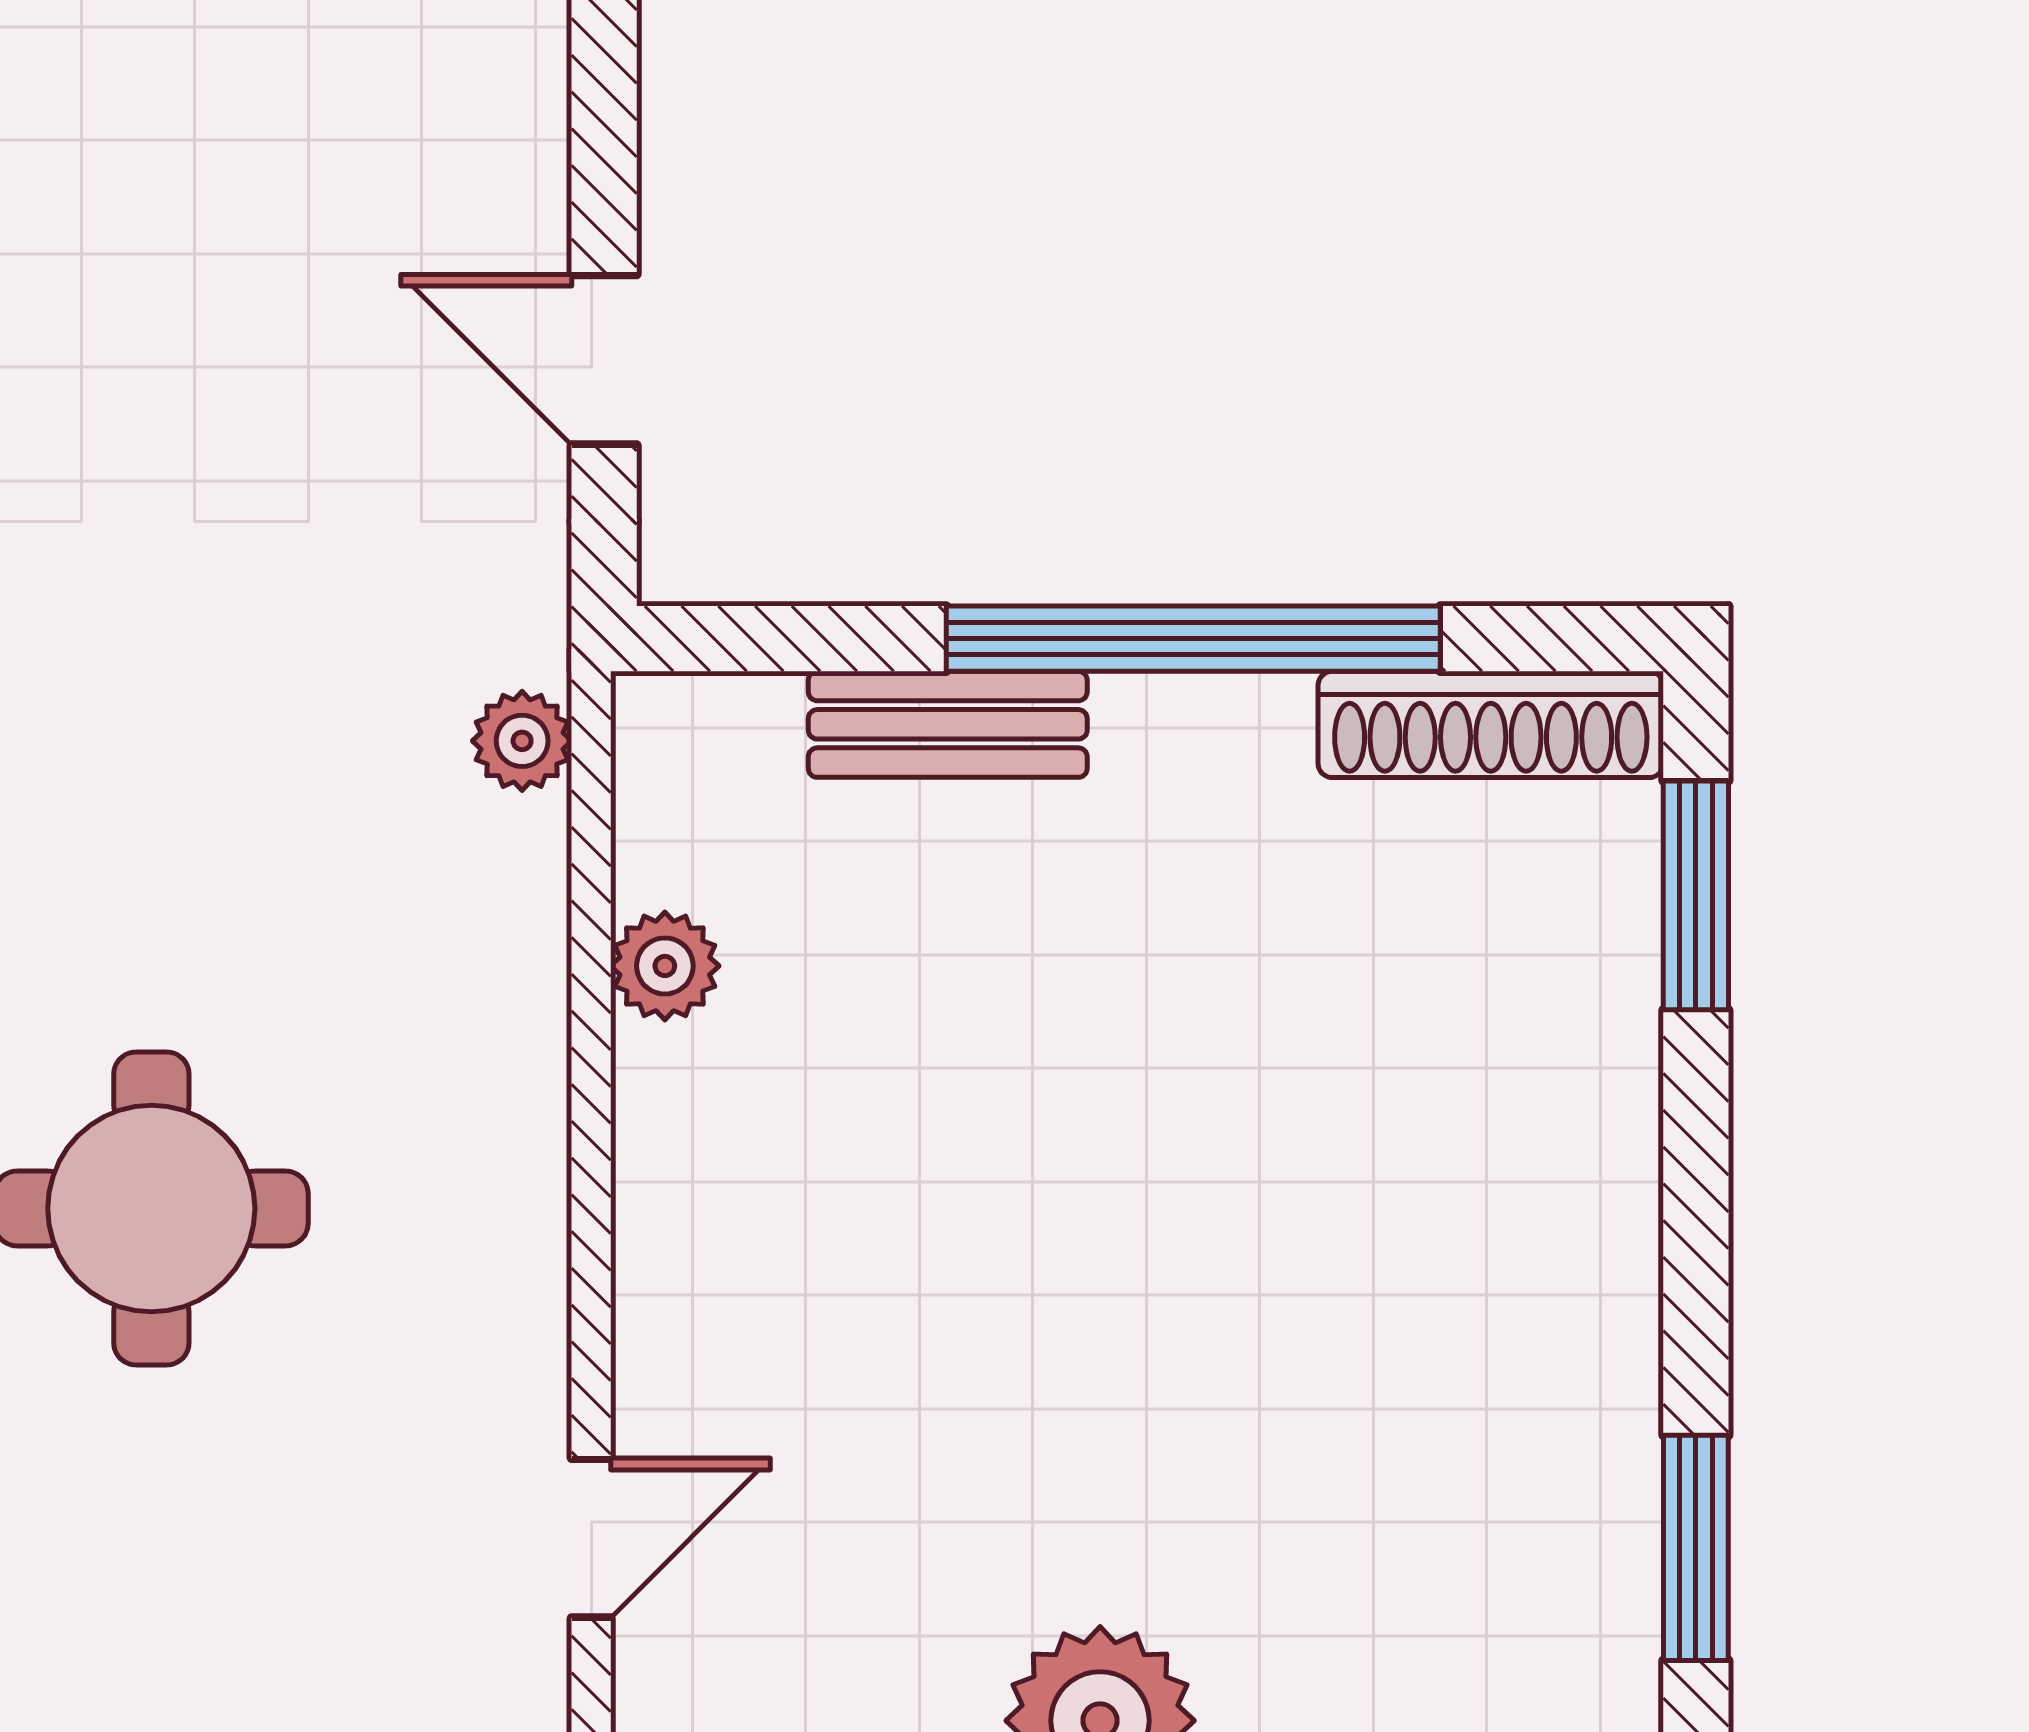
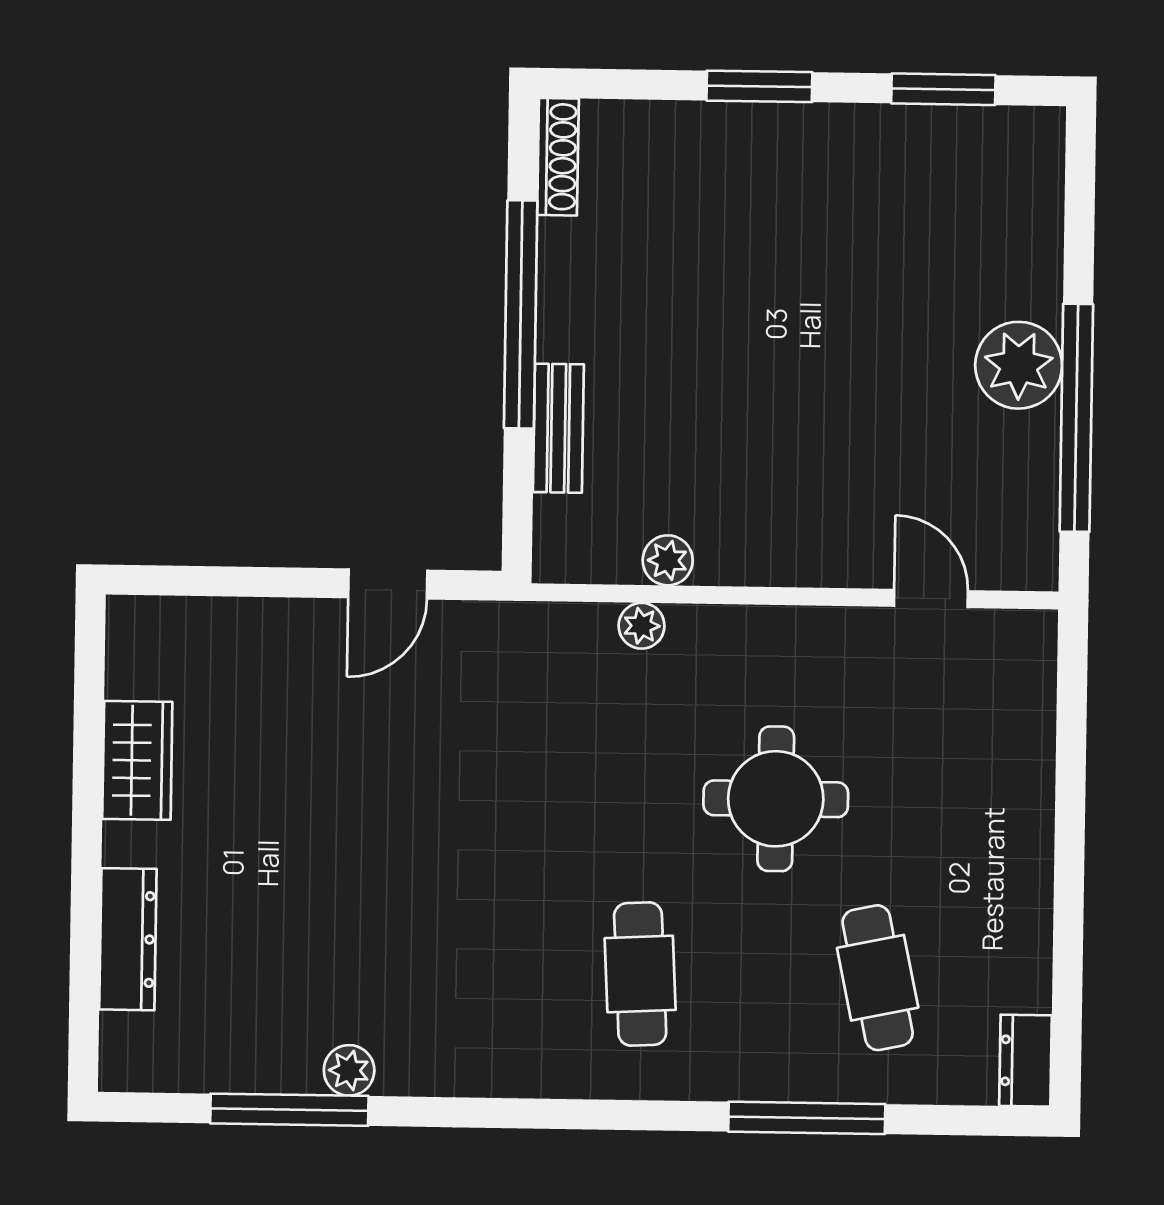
shoe rack: (1491, 724) -> (558, 157), width x0.74, depth x0.81
plant: (522, 741) -> (642, 626), moved
window: (1696, 895) -> (759, 86), moved

